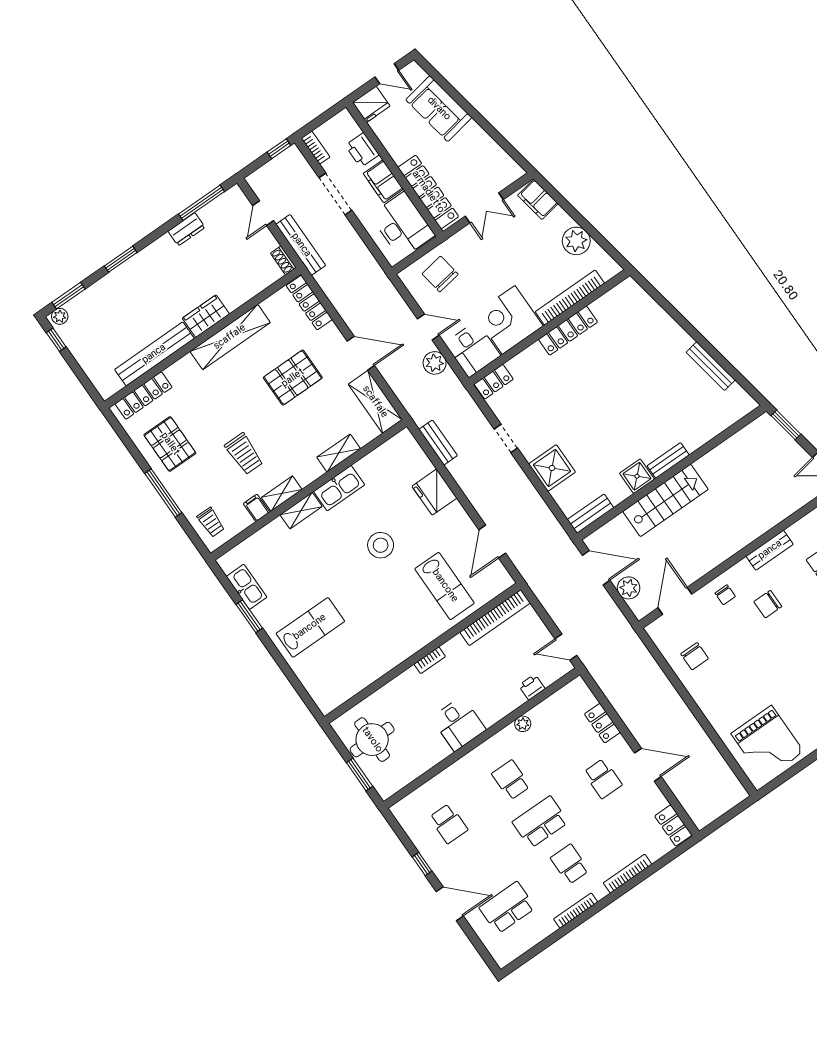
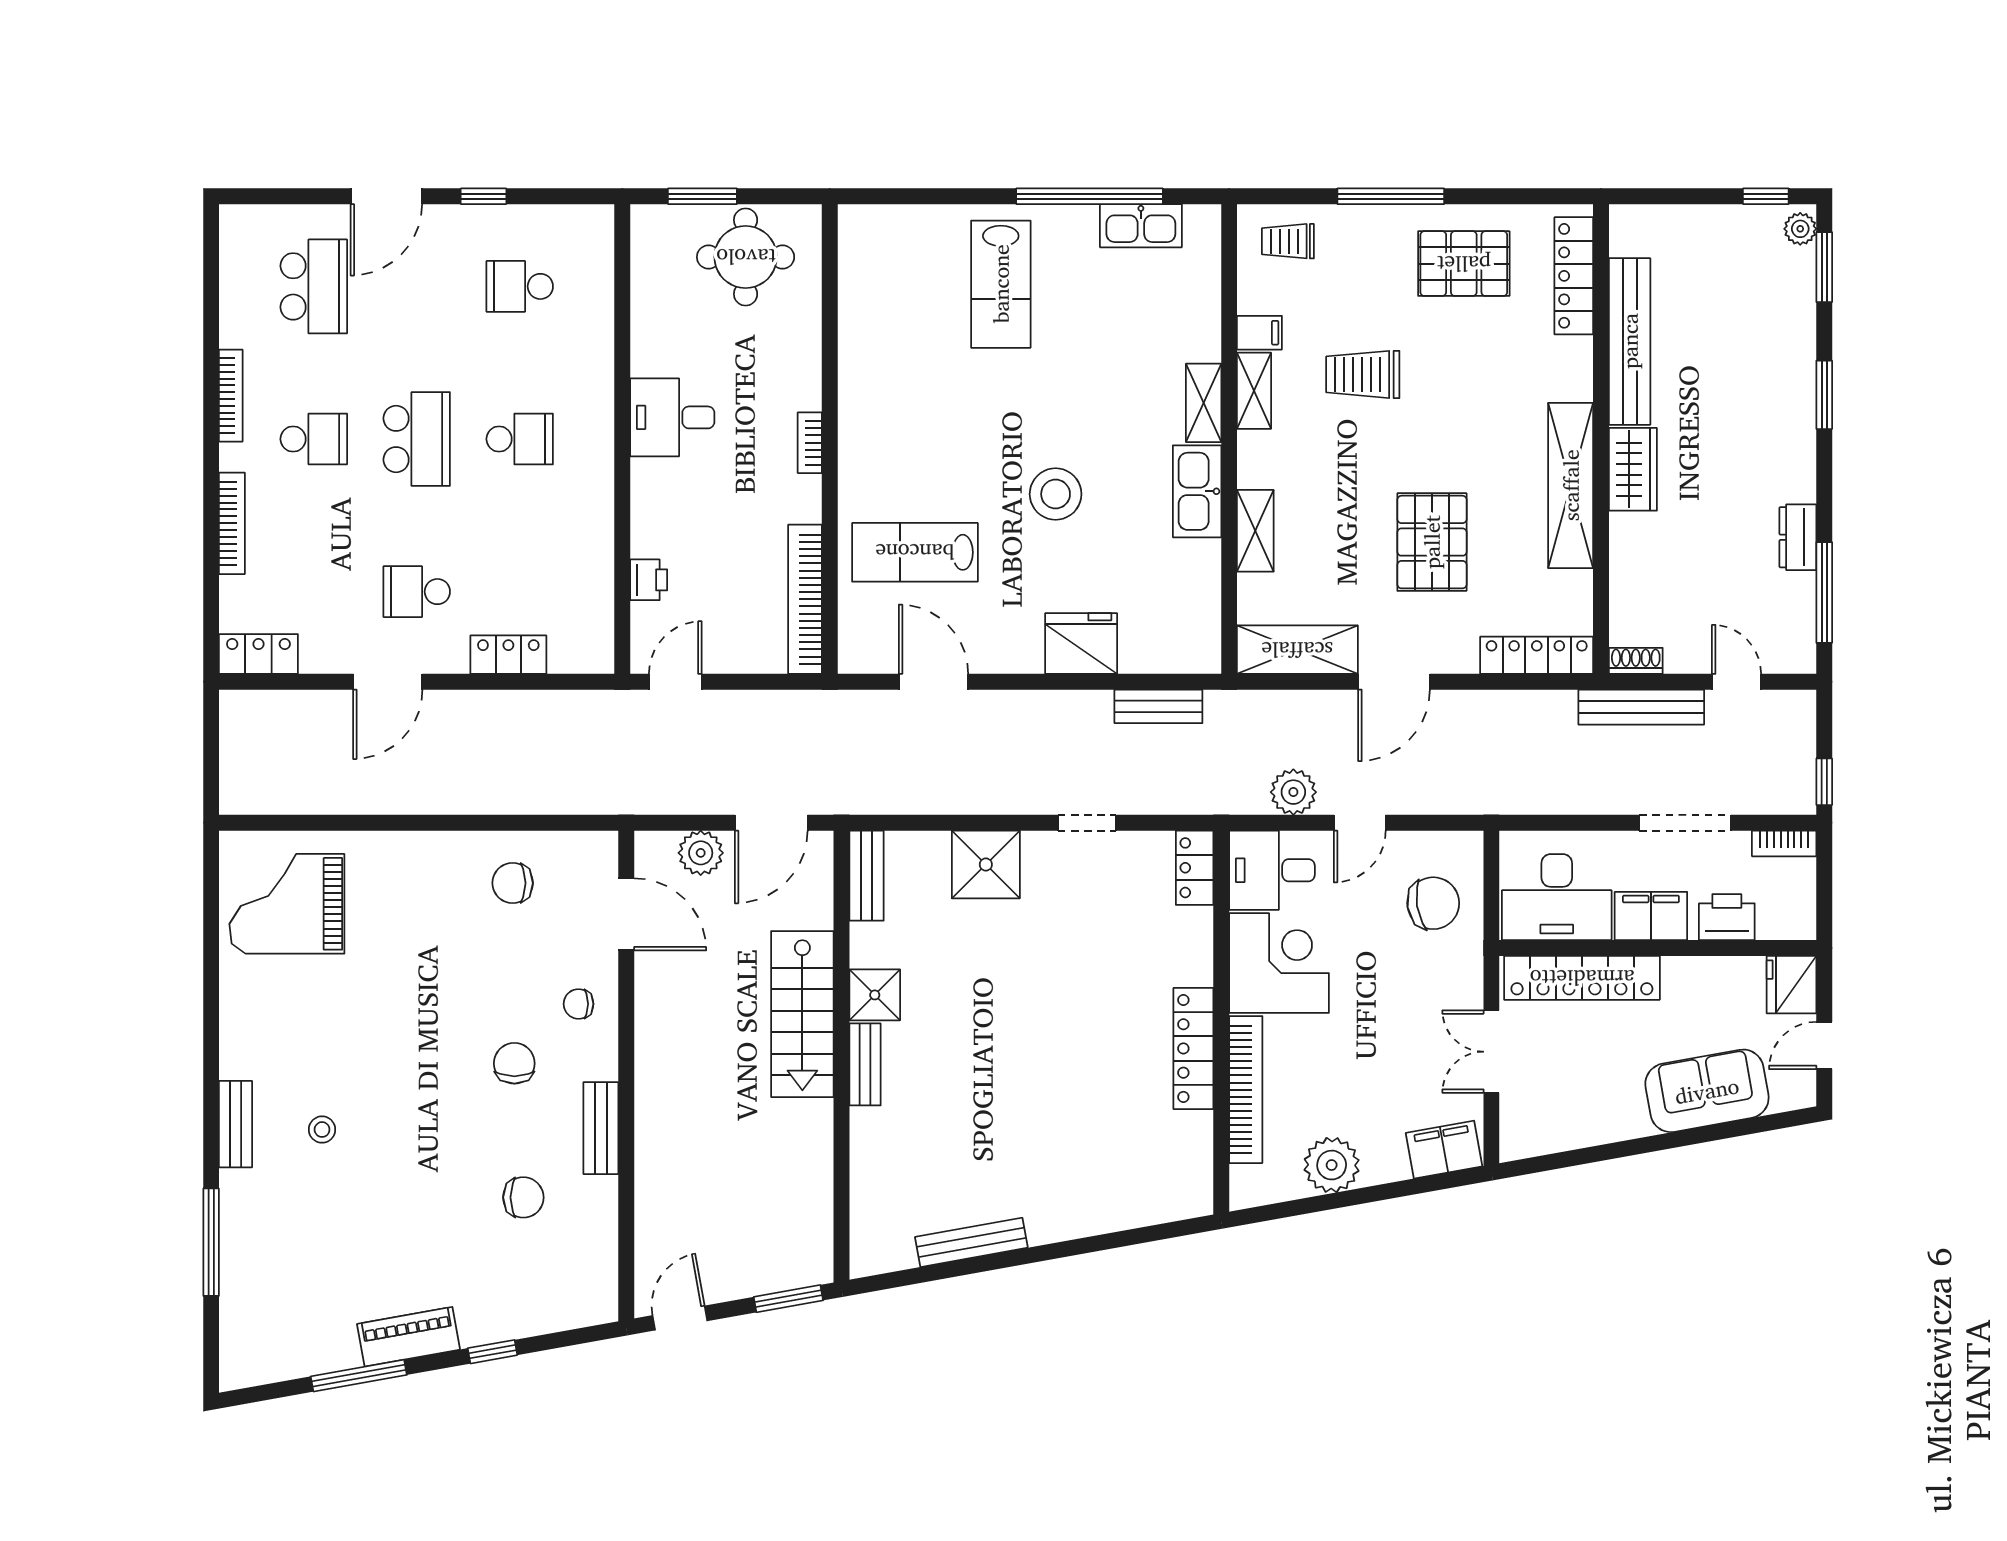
window: (249, 616) -> (1090, 196), width x2.11
plant: (523, 724) -> (599, 523), removed

